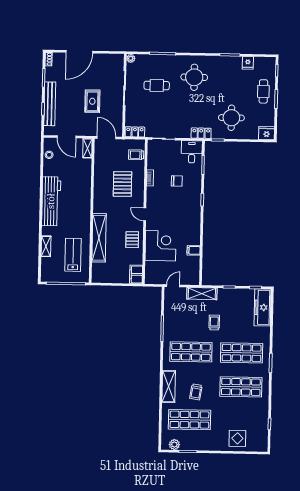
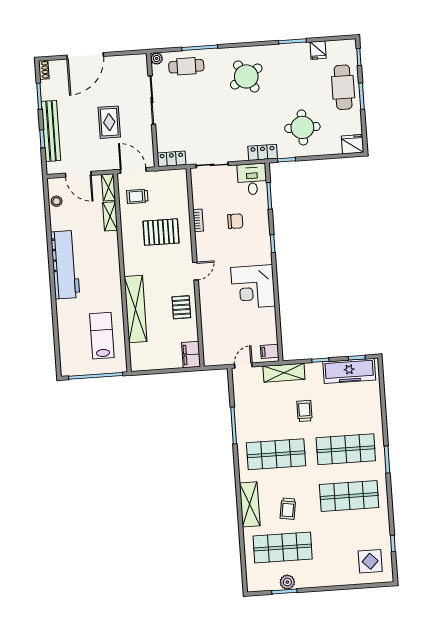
round table: (194, 77) -> (246, 76), turned -32
cafe table: (157, 85) -> (186, 66), moved
cafe table: (263, 91) -> (343, 87), width x1.37, depth x1.35
trolley: (136, 155) -> (137, 196), moved
pallet: (122, 184) -> (161, 232), turned 90
door: (145, 214) -> (195, 271), swing flipped
shelving: (46, 246) -> (110, 216), moved
corner desk: (160, 246) -> (253, 287), moved, turned 180
filing cabinet: (194, 250) -> (270, 351), moved
freezer: (263, 307) -> (349, 371), moved, turned -90
display table: (237, 438) -> (370, 561), moved
plant: (174, 445) -> (287, 582), moved

